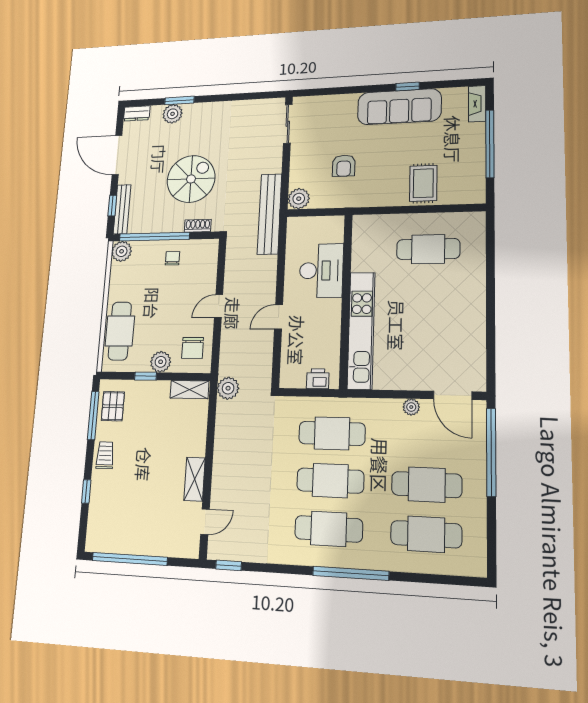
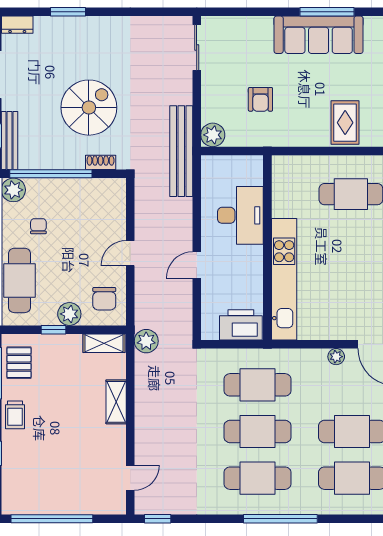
window: (408, 86) -> (327, 12), width x2.17
plant: (173, 114) -> (61, 28), removed
chair: (172, 258) -> (38, 226), moved
printer: (318, 379) -> (241, 325), width x1.87, depth x1.48
trolley: (105, 455) -> (15, 415), turned 180
shelving: (195, 479) -> (116, 402), moved

